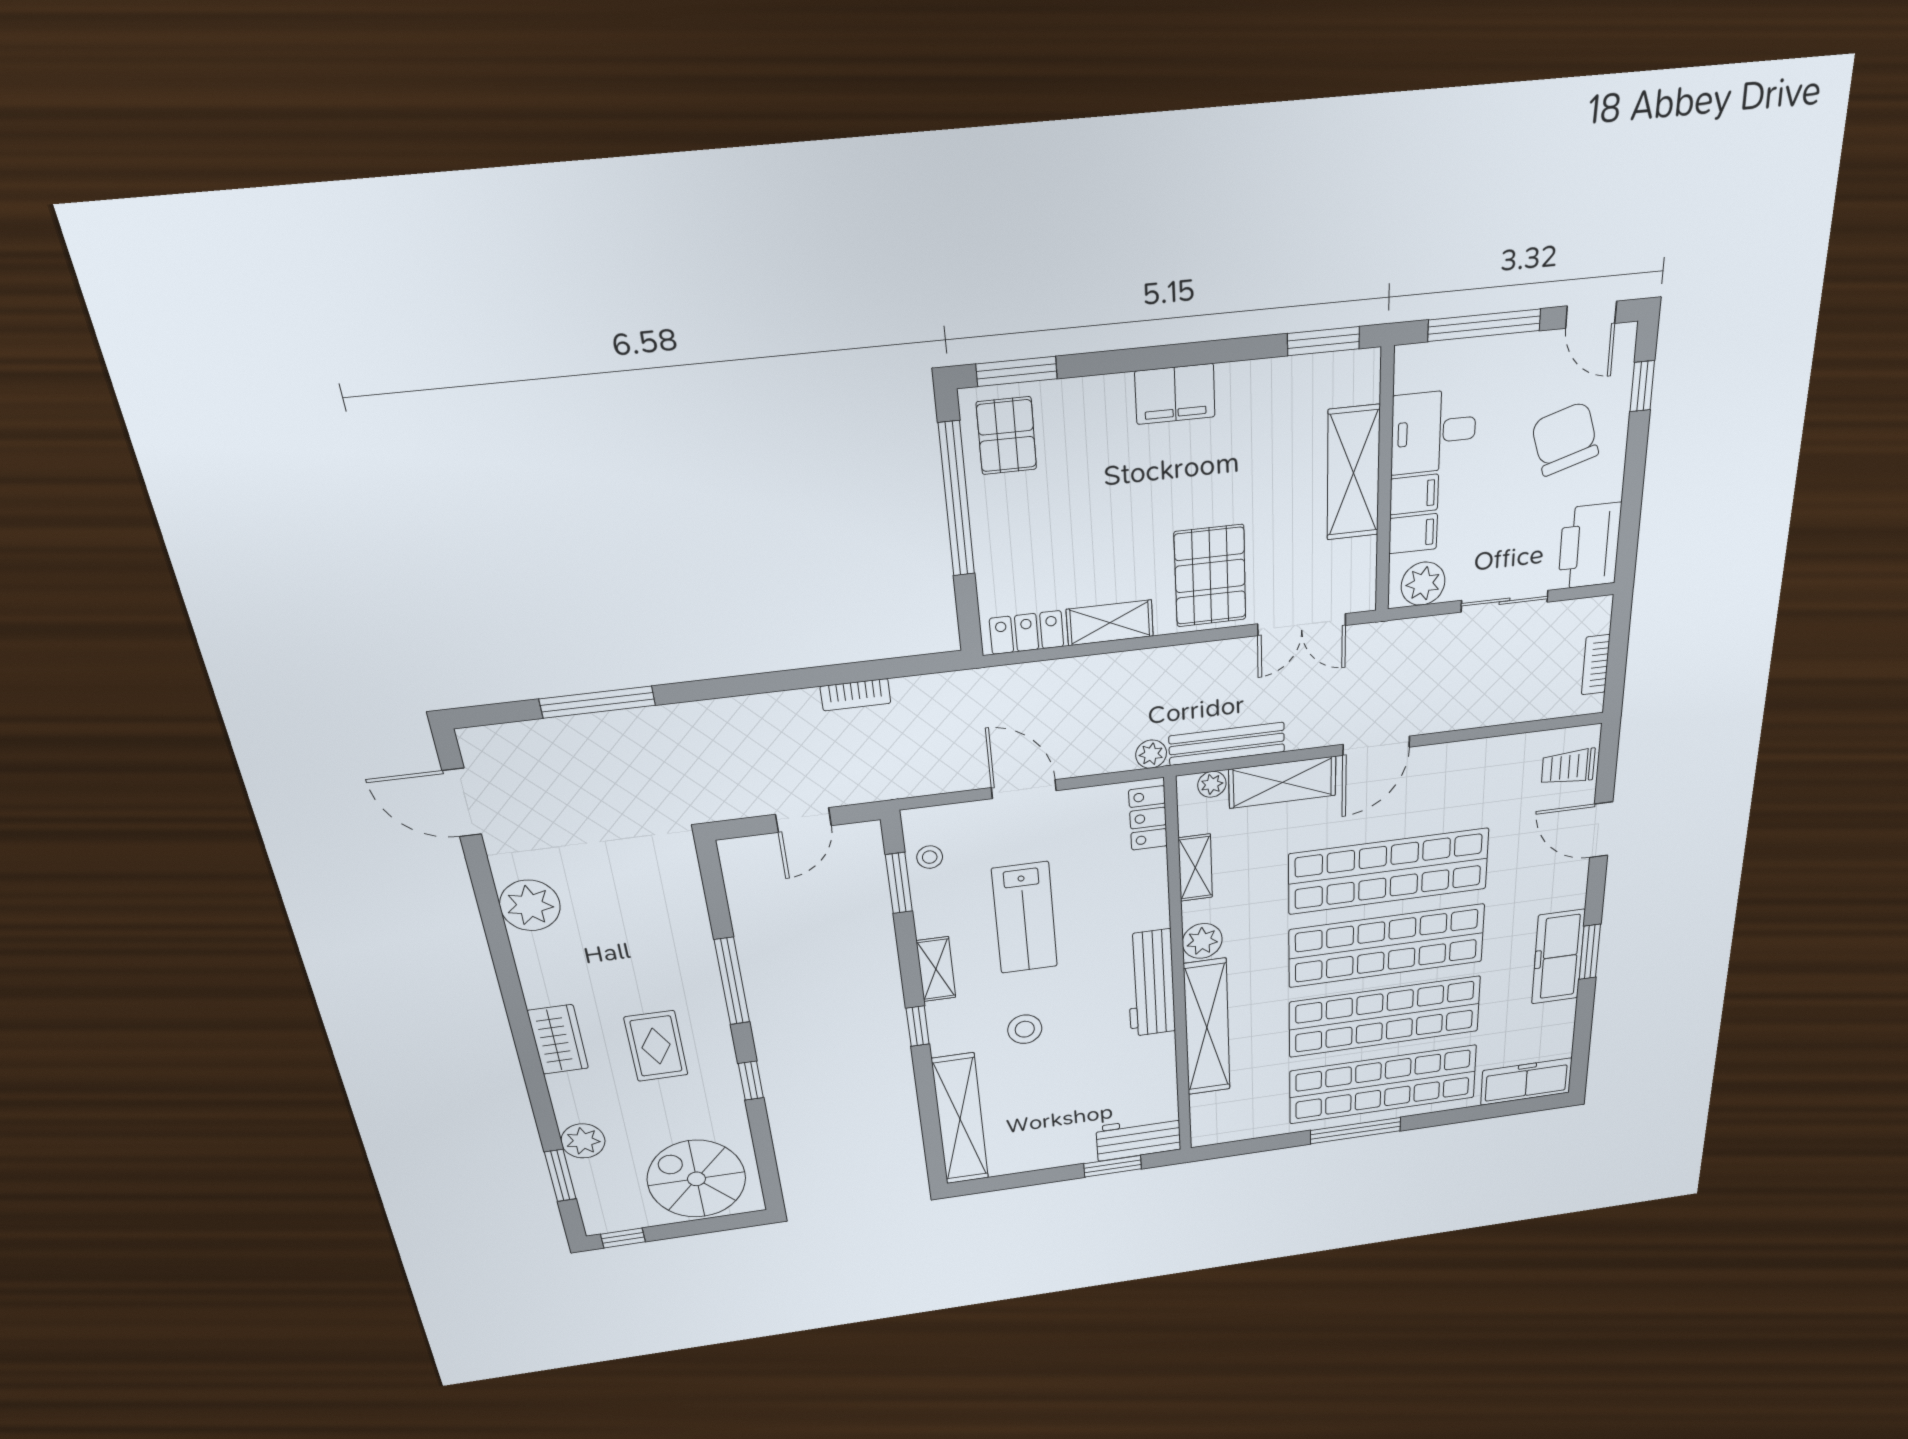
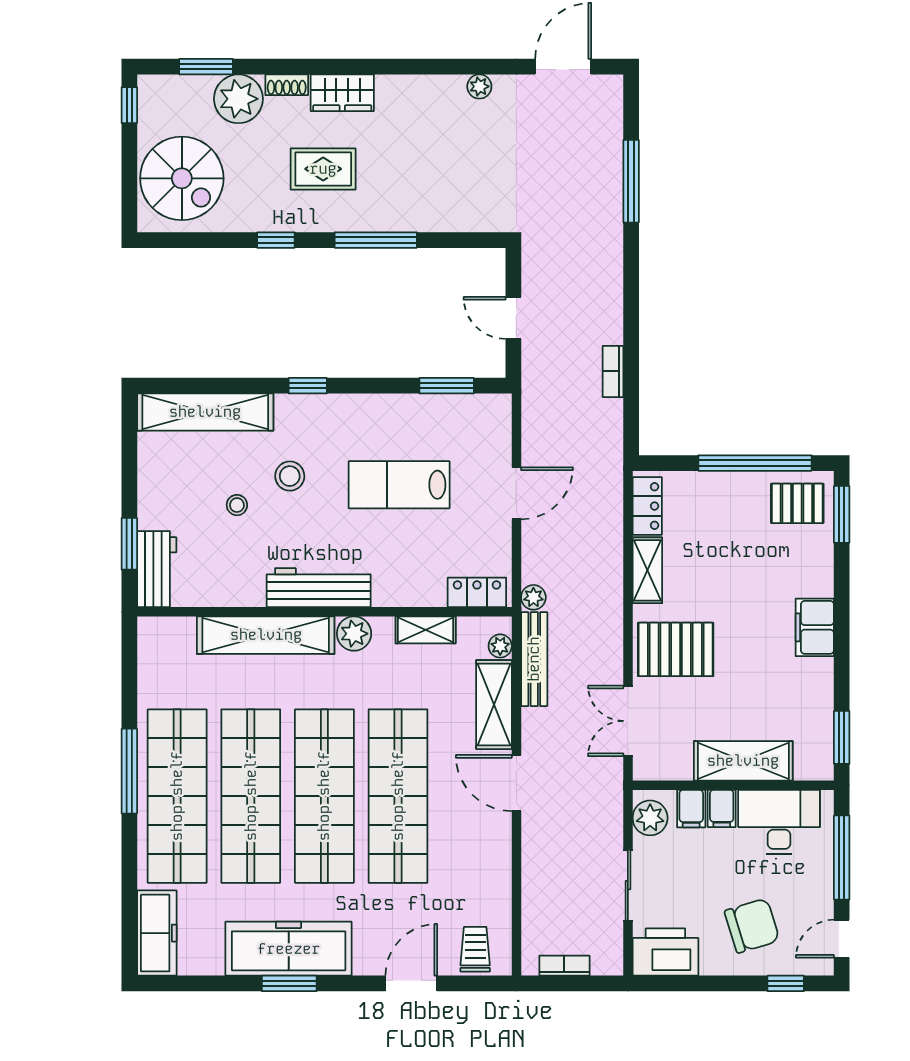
desk: (1433, 432) -> (779, 822), width x1.37
stool: (930, 857) -> (237, 505), moved
plant: (530, 905) -> (479, 86), width x0.53, depth x0.53
freezer: (1558, 957) -> (289, 949), width x1.36, depth x1.26
shelving: (936, 969) -> (361, 407), removed
shoe rack: (562, 1096) -> (287, 85), added
plant: (583, 1141) -> (238, 99), width x1.36, depth x1.36
spiral stairs: (696, 1179) -> (182, 178), turned 90

